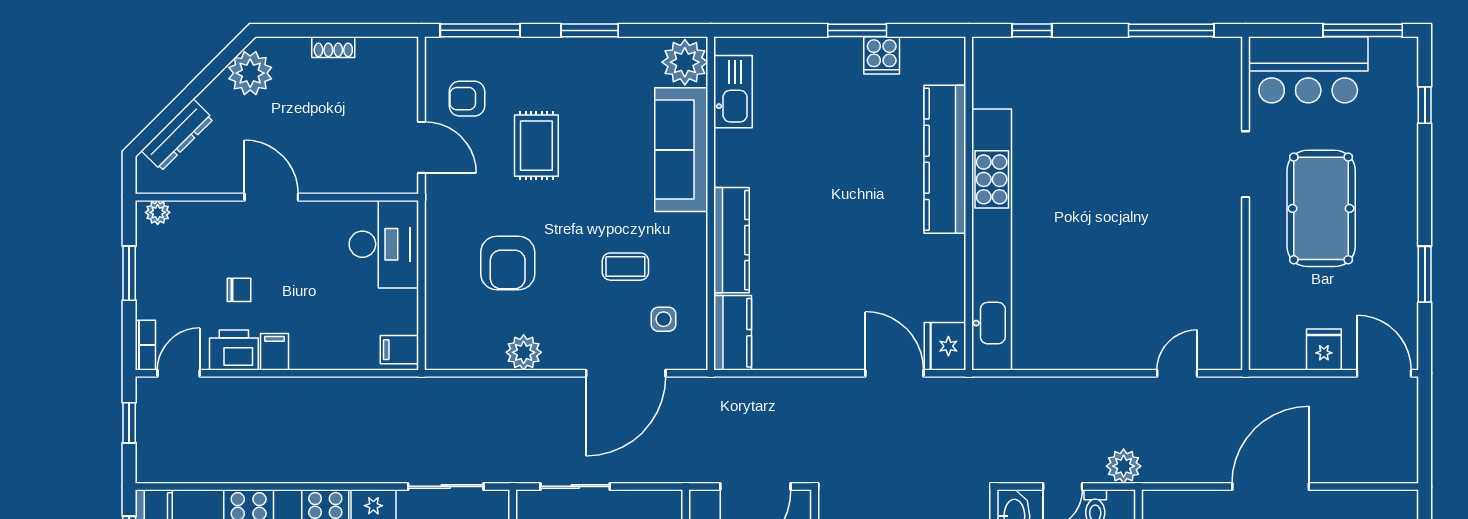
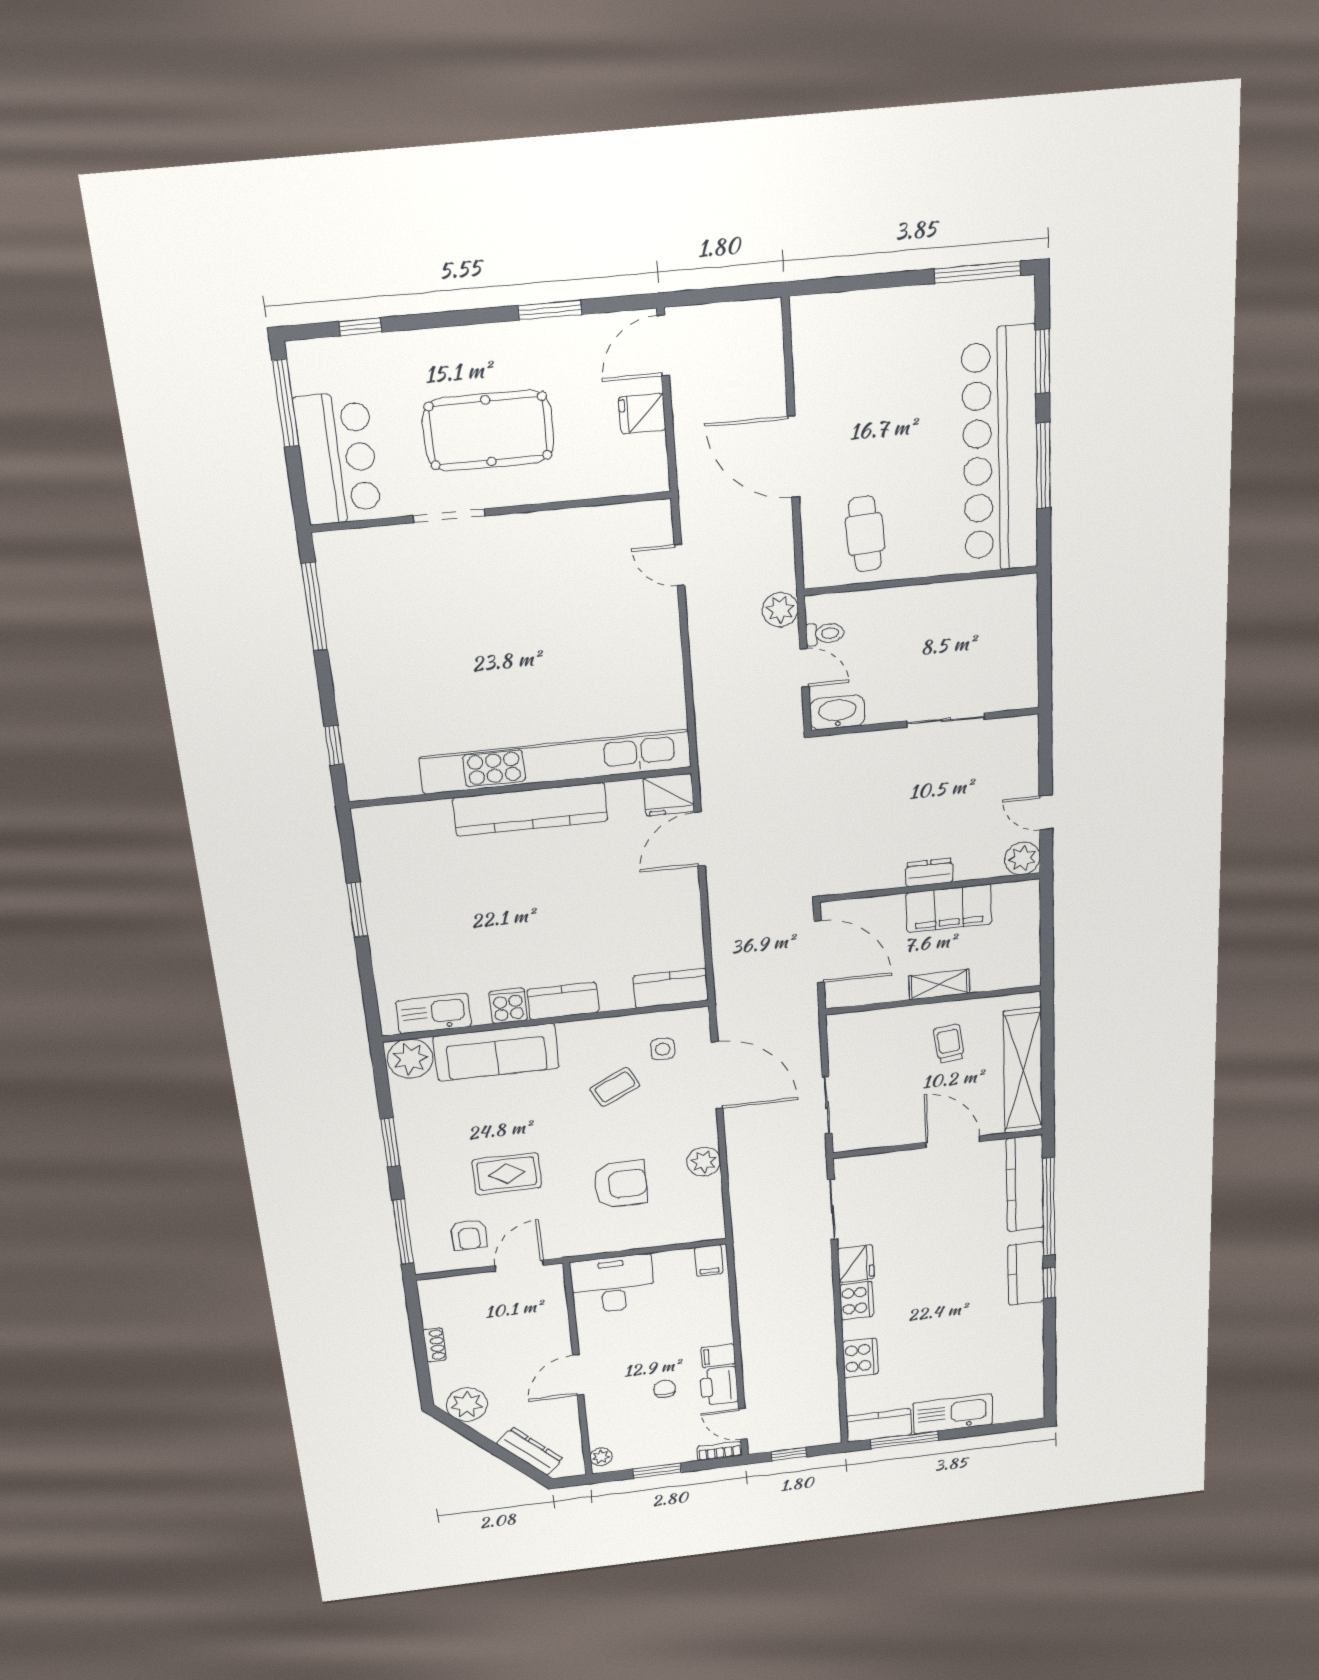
cooker: (882, 55) -> (508, 1006), moved, turned -90
kitchen counter: (945, 159) -> (531, 809), moved
kitchen counter: (732, 240) -> (563, 1001), width x0.67
coffee table: (625, 267) -> (615, 1087), turned 63

